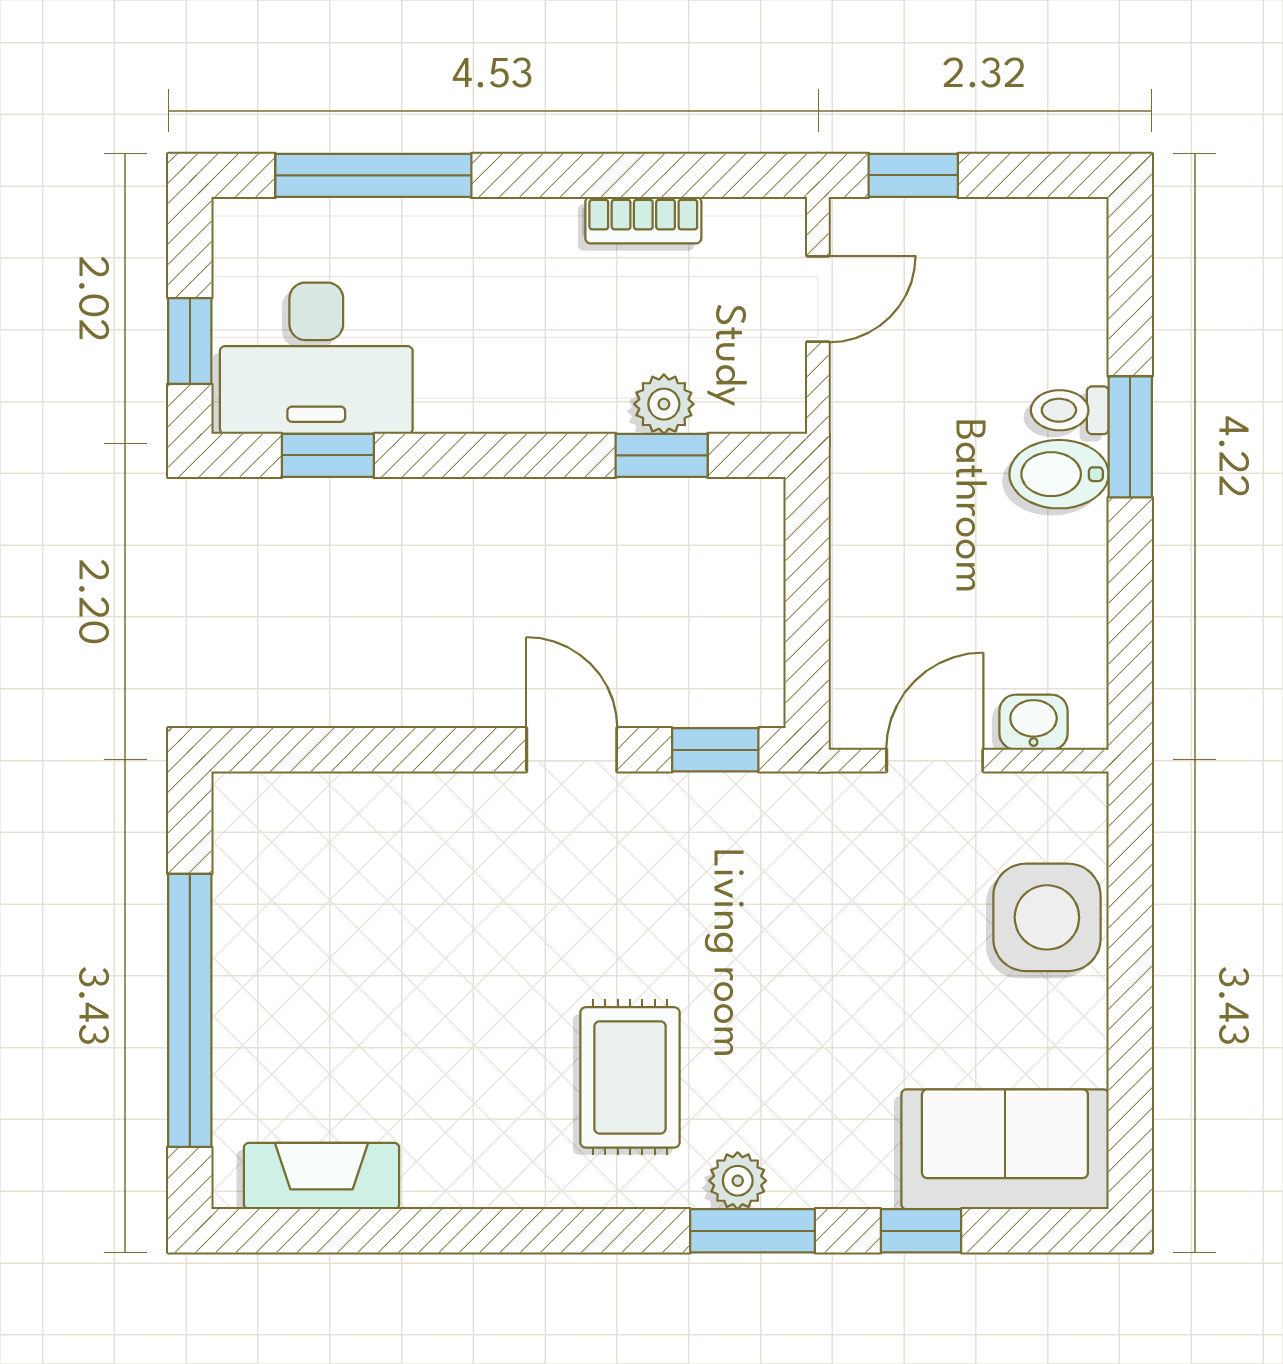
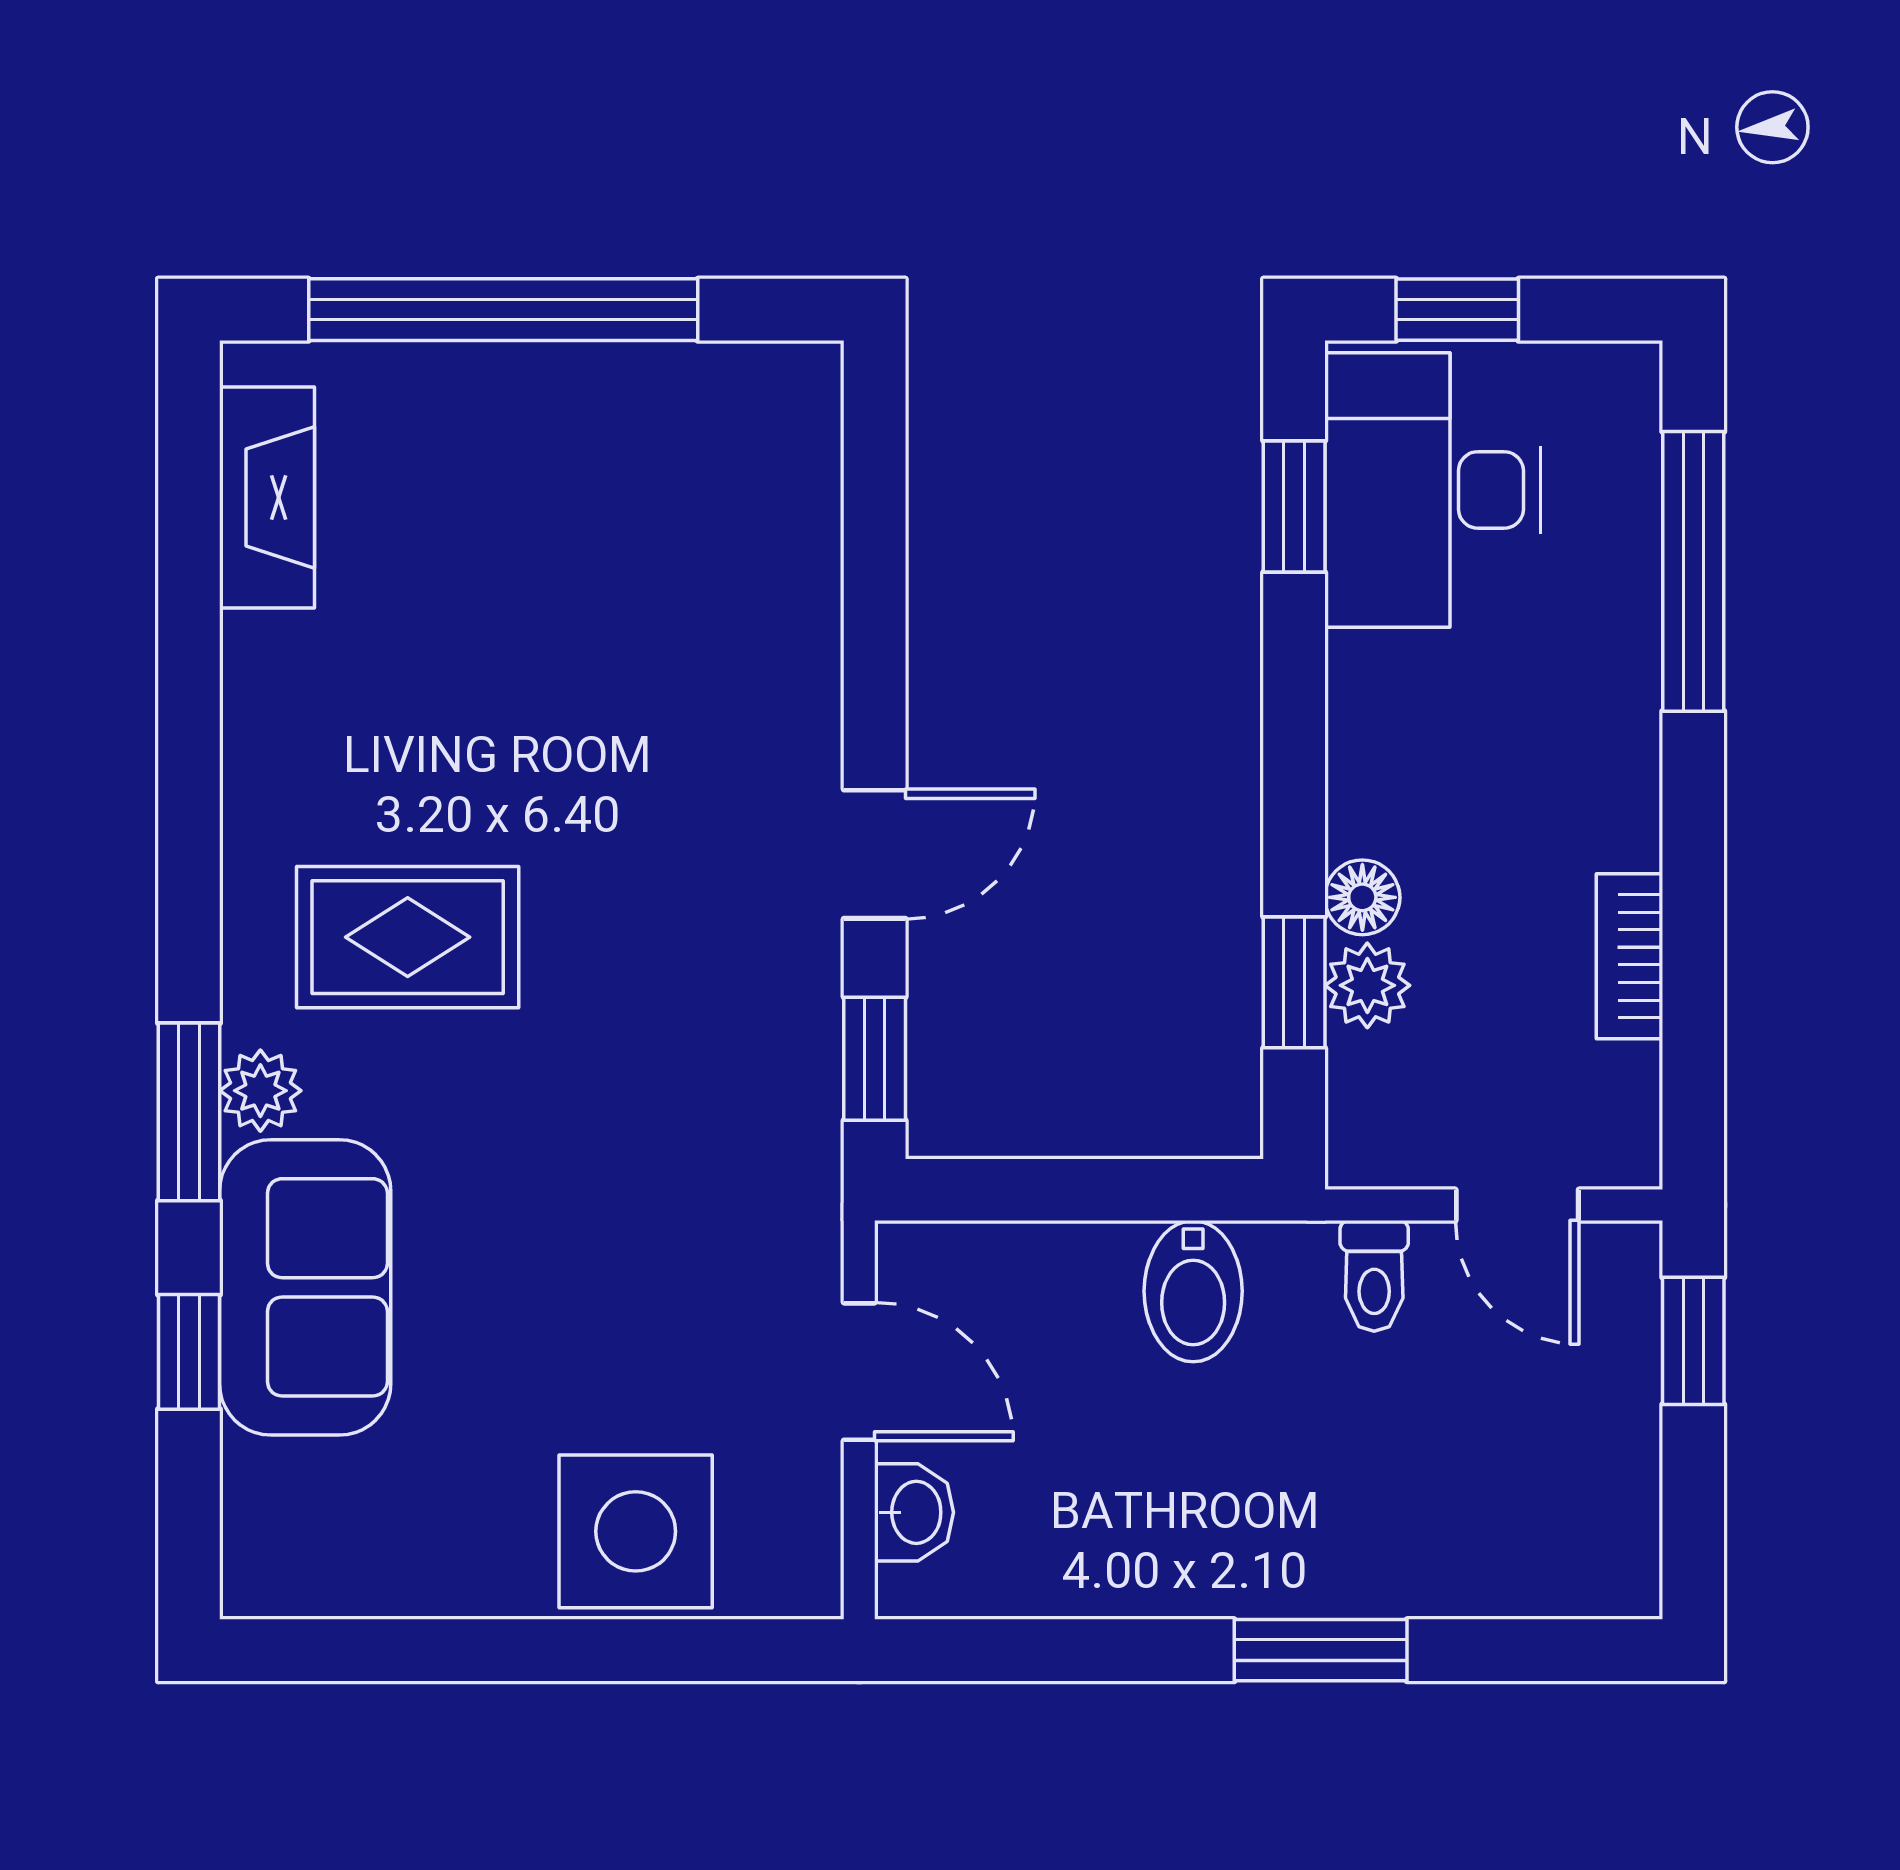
floor lamp: (602, 408) -> (1362, 897), added
toilet: (1070, 410) -> (1374, 1276), moved, turned 180
bidet: (1059, 474) -> (1193, 1291), moved, turned 180
sofa: (1005, 1149) -> (305, 1287), moved

